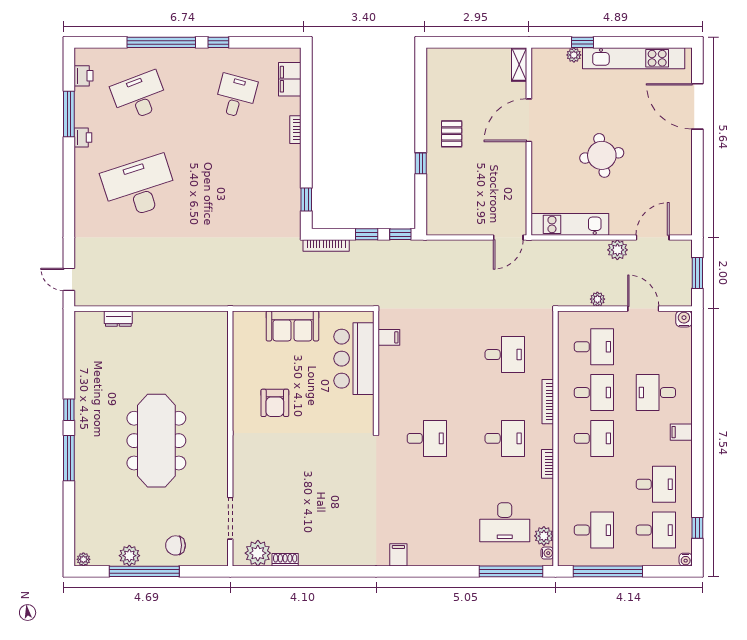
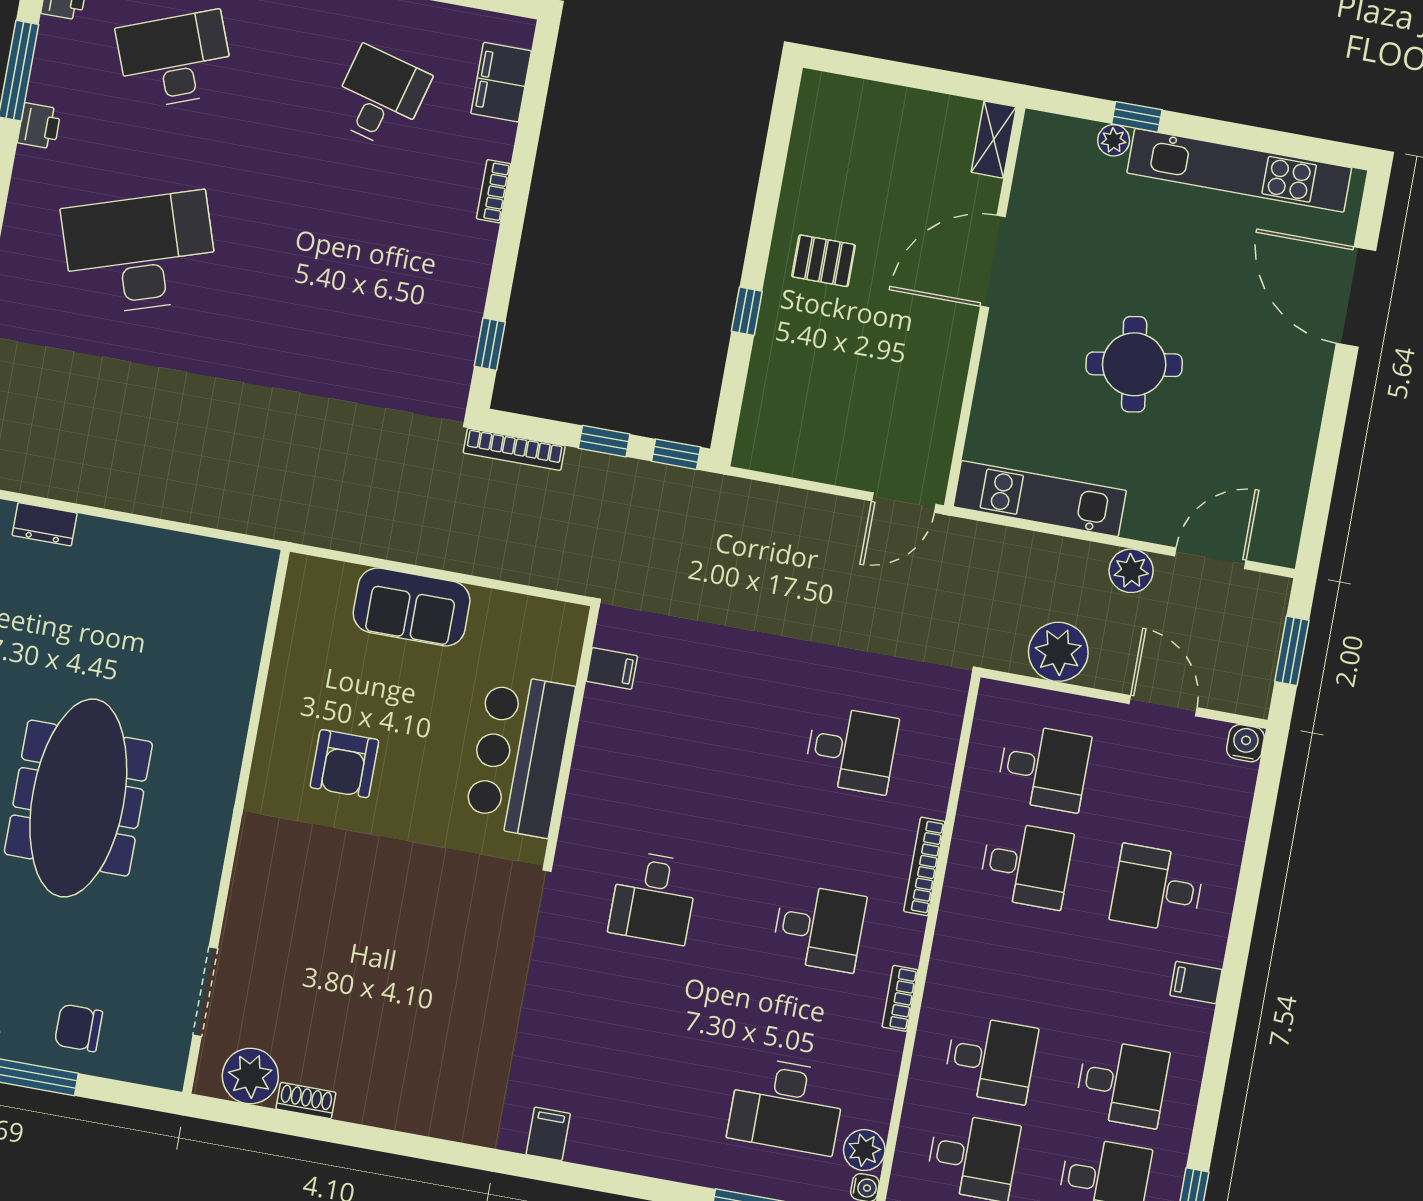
pallet: (452, 134) -> (824, 261), turned 90
plant: (597, 299) -> (1058, 652), width x1.88, depth x1.88
bar counter: (354, 359) -> (519, 755), moved
desk: (427, 438) -> (653, 898), turned 90
desk: (594, 438) -> (991, 1059), moved

